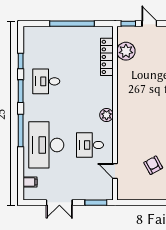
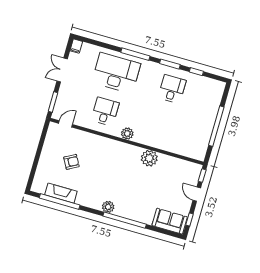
door: (149, 24) -> (197, 194), swing flipped
plant: (126, 51) -> (149, 158), moved
locker: (107, 57) -> (178, 149), removed
door: (115, 171) -> (65, 124), moved
filing cabinet: (30, 182) -> (76, 46), moved

